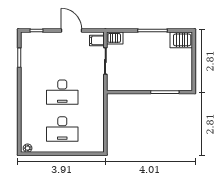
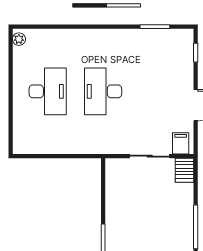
desk: (62, 129) -> (48, 91), turned 180

